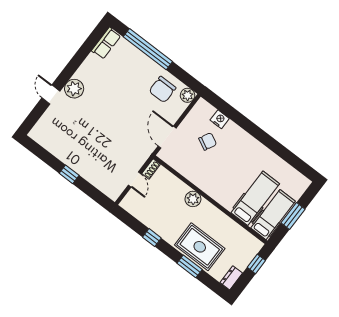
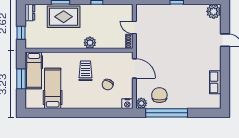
row of seats: (106, 43) -> (215, 82), moved
window: (148, 49) -> (167, 113), moved
plant: (74, 89) -> (214, 11), moved
nightstand: (220, 119) -> (127, 104), moved
trolley: (220, 173) -> (85, 71), added
hospital bed: (255, 198) -> (53, 88), moved, turned 180

